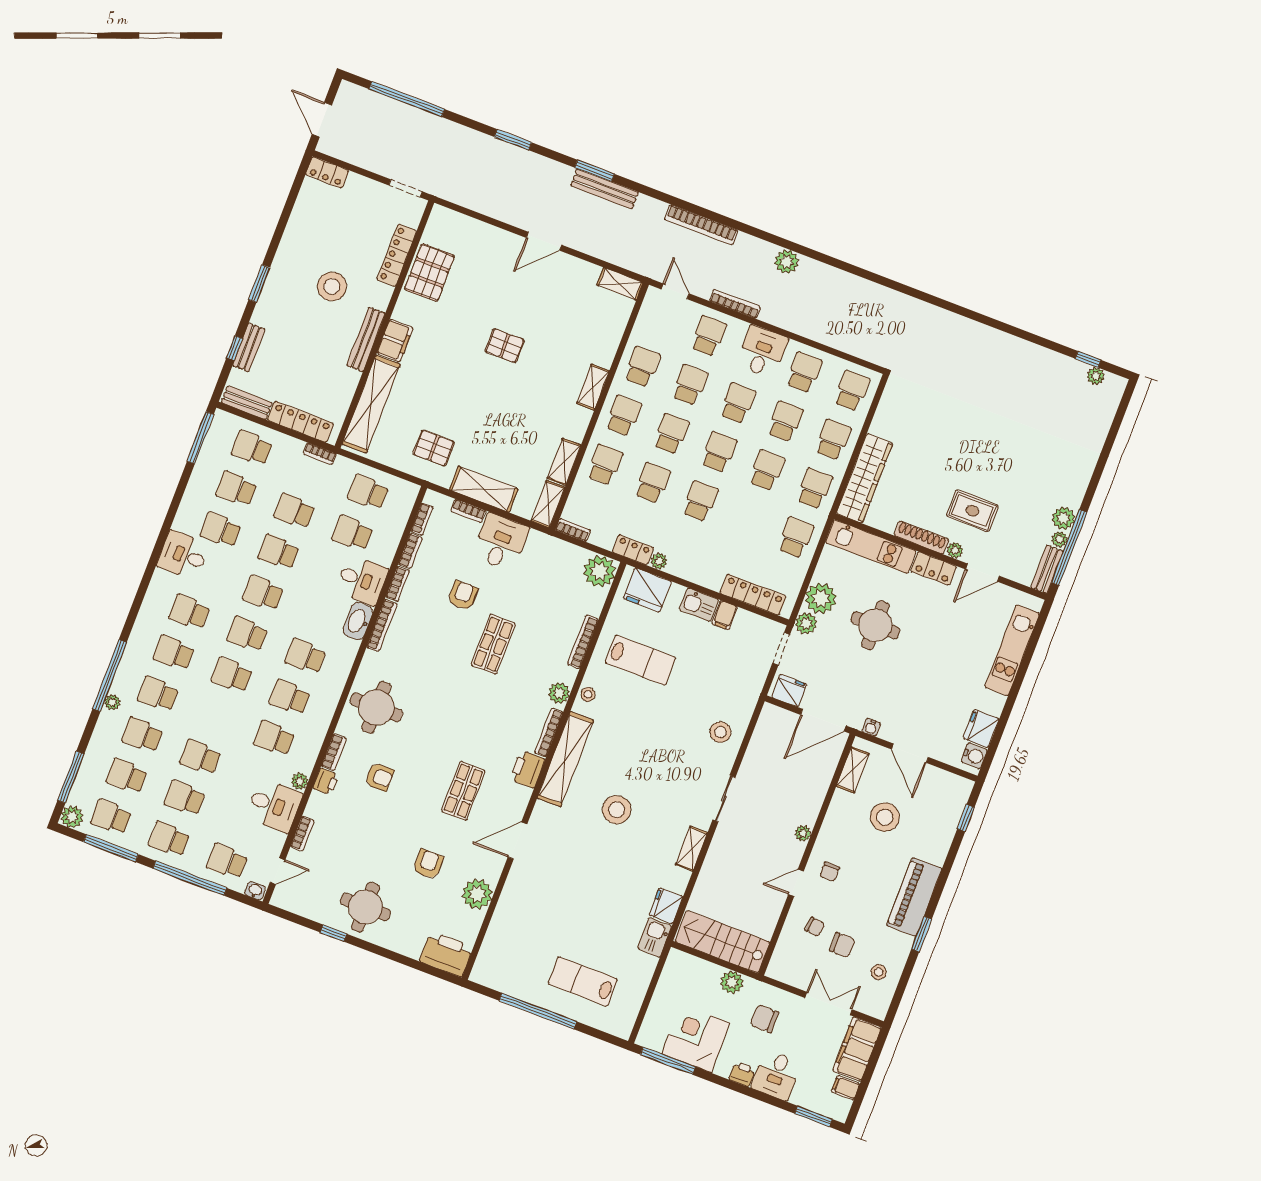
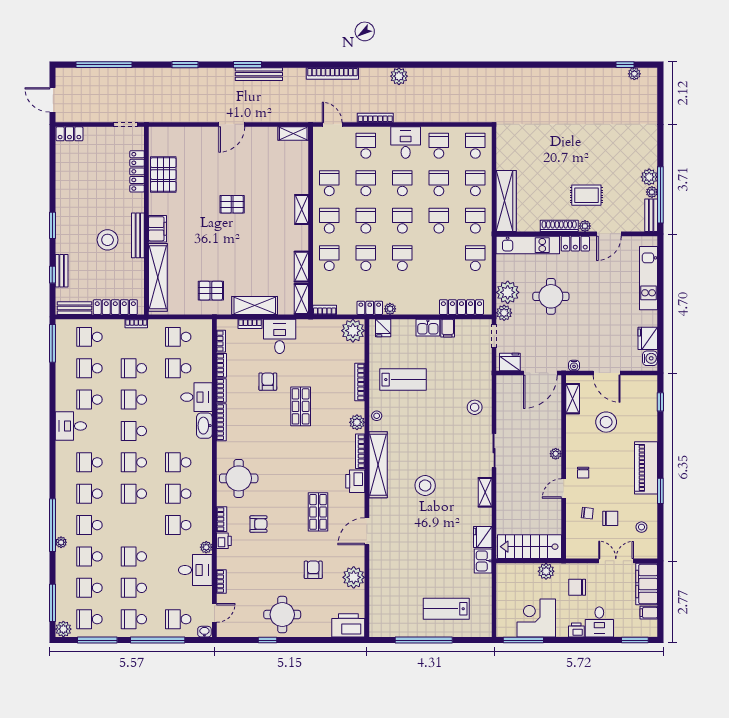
stool: (332, 287) -> (108, 240), moved
fridge: (647, 590) -> (383, 328), width x0.53, depth x0.75

